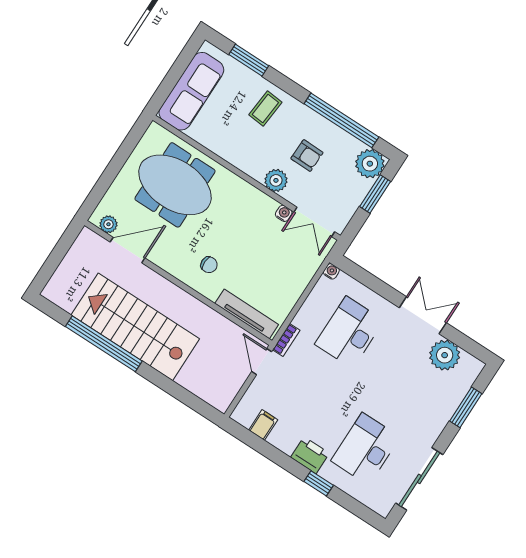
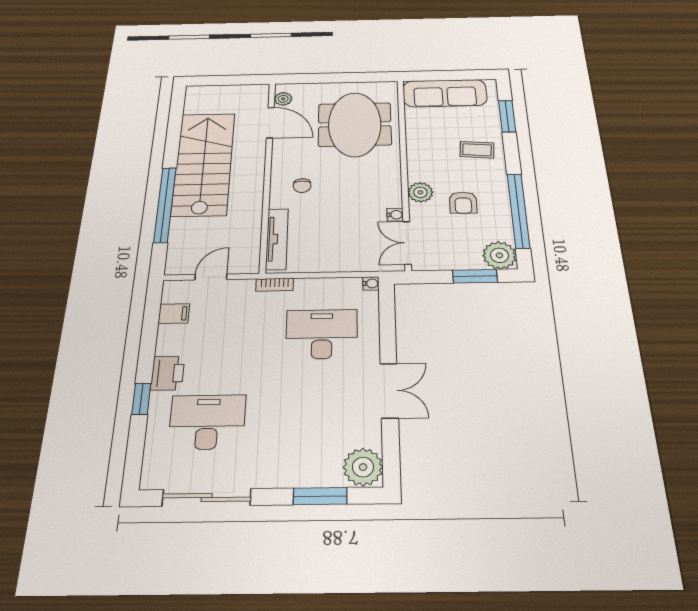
window: (104, 344) -> (165, 205), moved
plant: (445, 355) -> (363, 467), moved
door: (262, 362) -> (211, 277), moved

